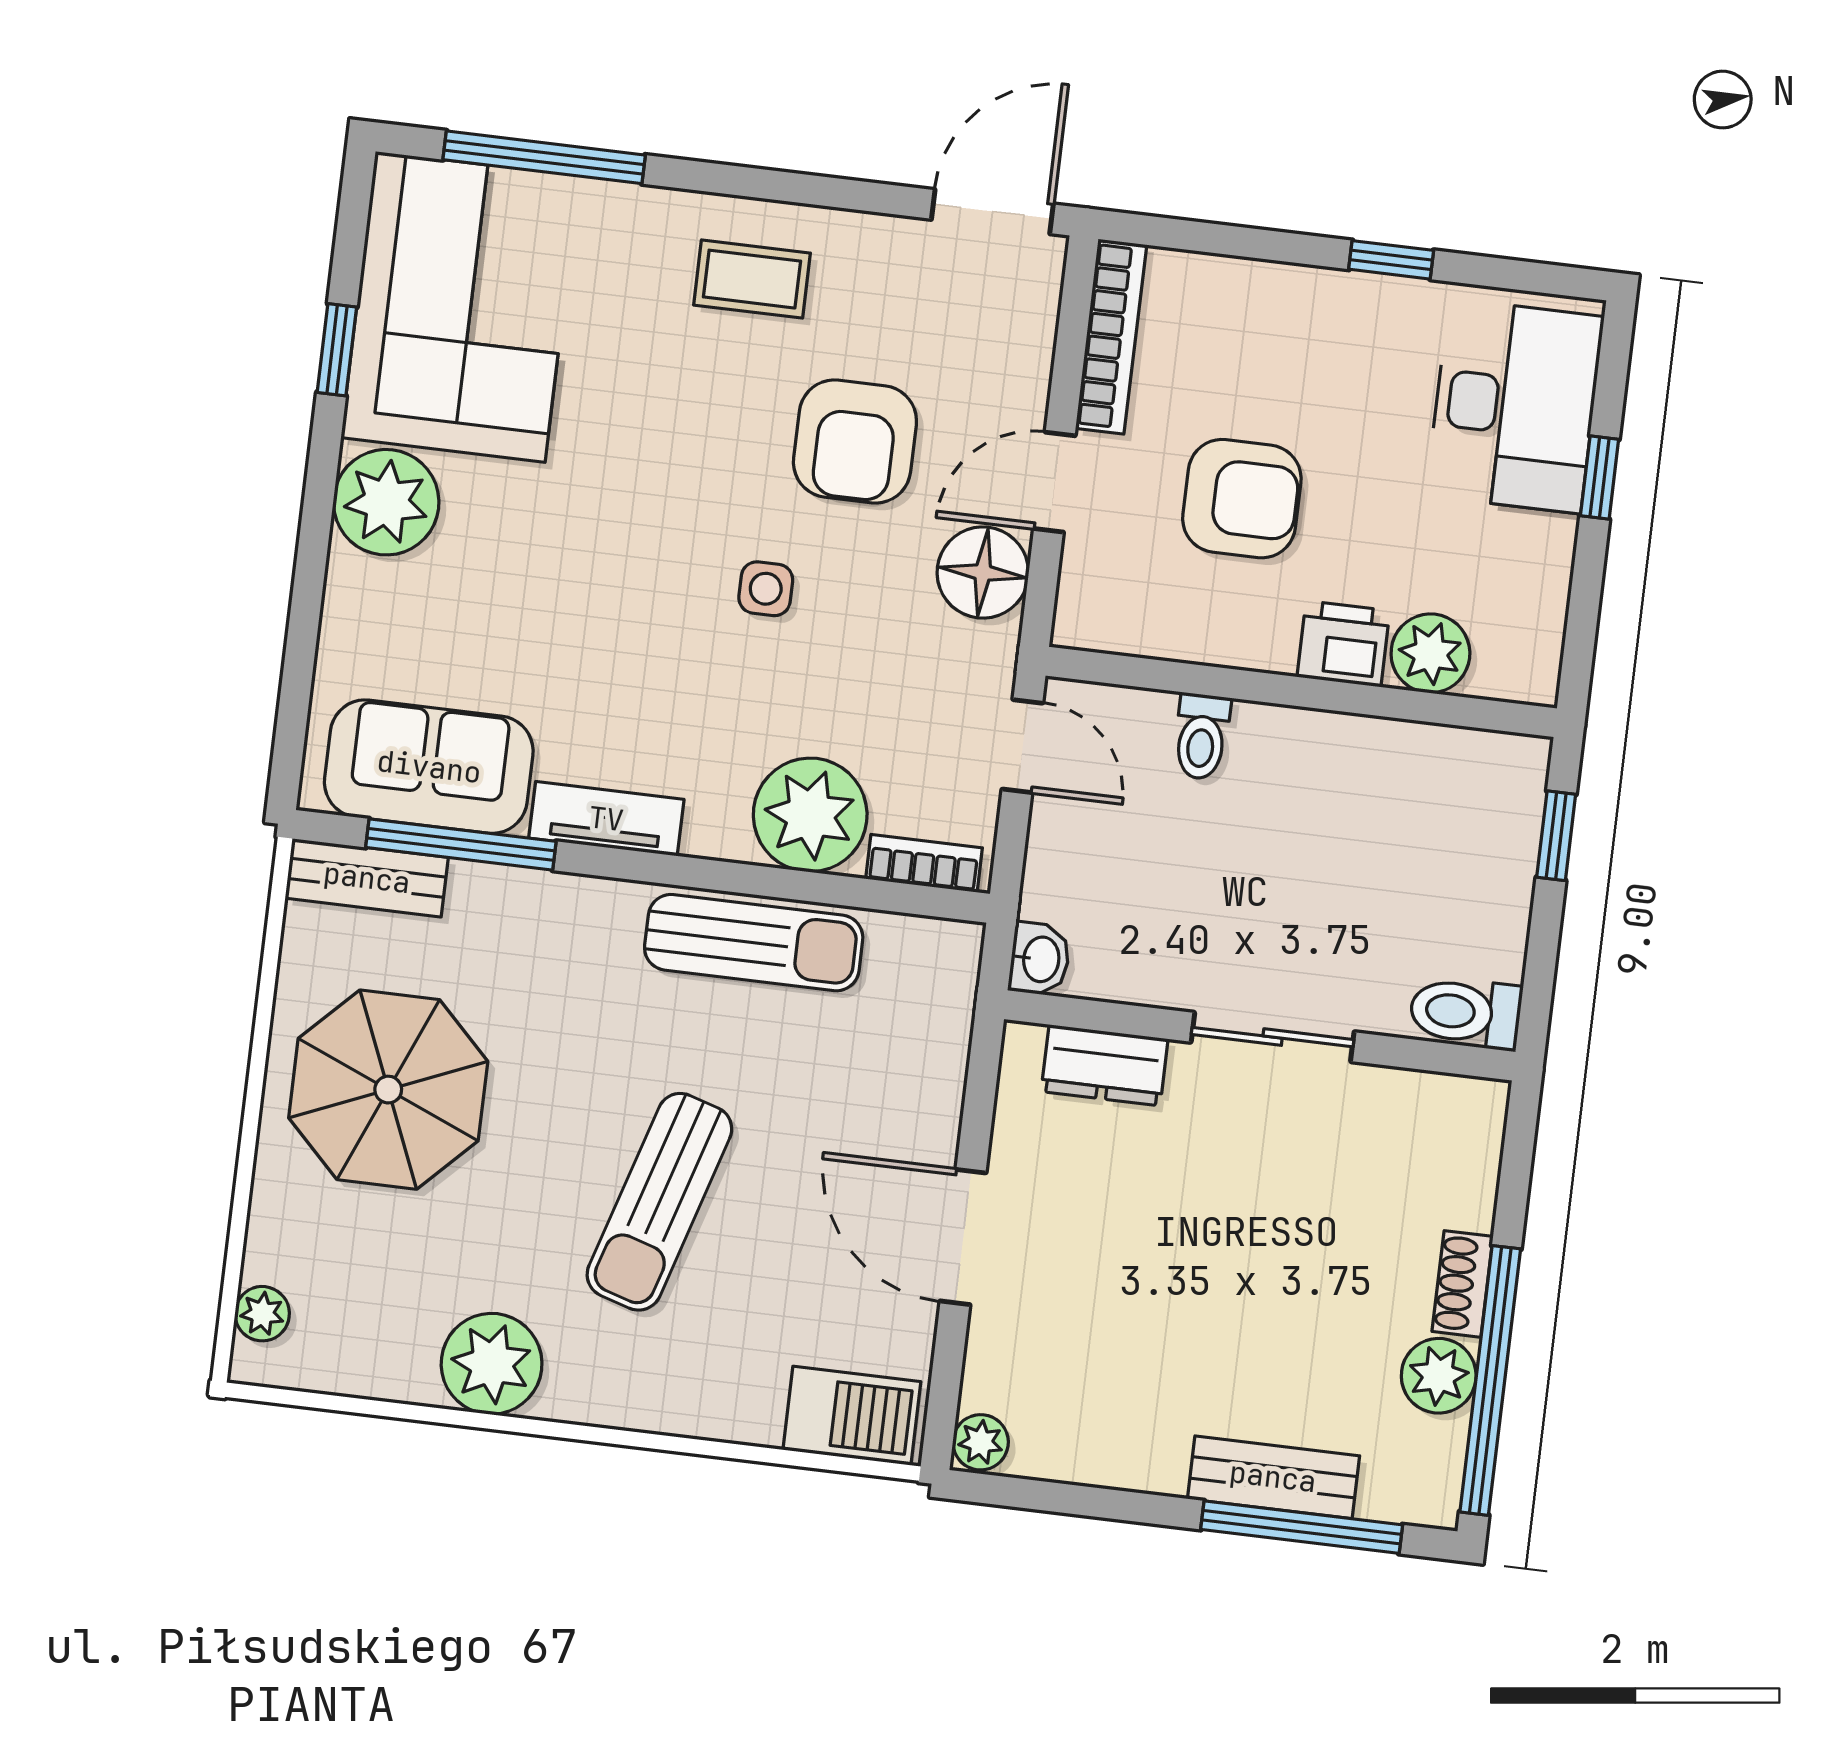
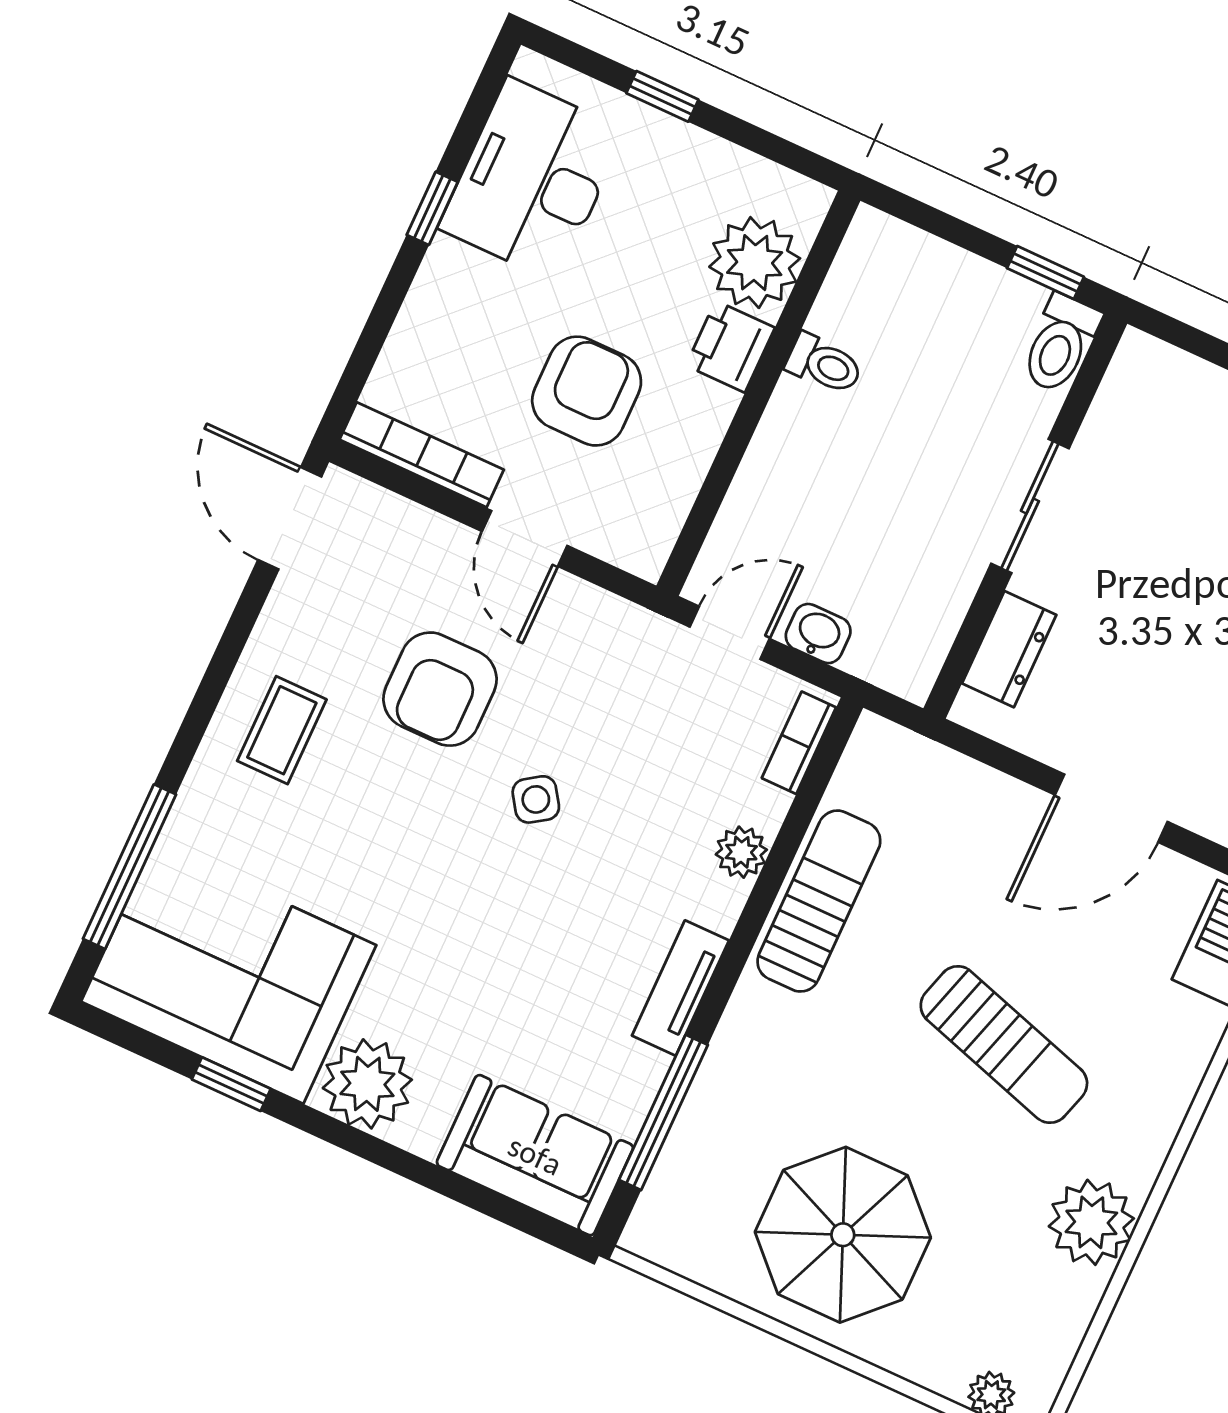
desk: (1515, 406) -> (532, 179), moved, turned -90
armchair: (855, 442) -> (440, 689), turned 90
floor lamp: (983, 573) -> (579, 620), removed
side table: (766, 589) -> (536, 799), turned -34
plant: (1430, 653) -> (755, 263), width x1.36, depth x1.36
toilet: (1202, 736) -> (824, 364), moved
sofa: (429, 767) -> (535, 1155), moved, turned 90
plant: (810, 815) -> (741, 852), width x0.53, depth x0.53
window: (1556, 836) -> (1045, 273), moved
bench: (367, 878) -> (666, 1197), removed
washbasin: (1040, 959) -> (818, 634), moved

